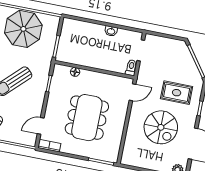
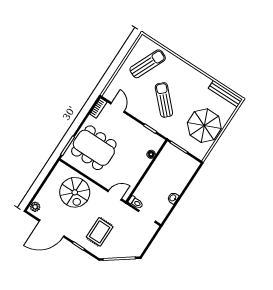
door: (133, 92) -> (115, 195), swing flipped
dining table: (87, 118) -> (94, 148), moved
spiral stairs: (161, 127) -> (75, 192), moved, turned -90

